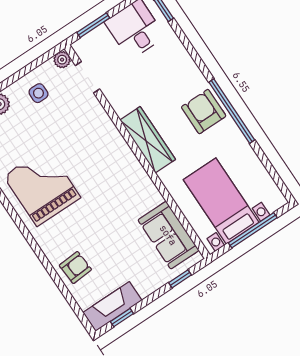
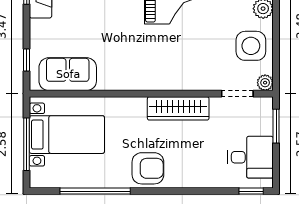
side table: (38, 93) -> (251, 46), width x1.87, depth x1.87
window: (232, 111) -> (95, 191), moved
wardrobe: (148, 140) -> (178, 108), moved

